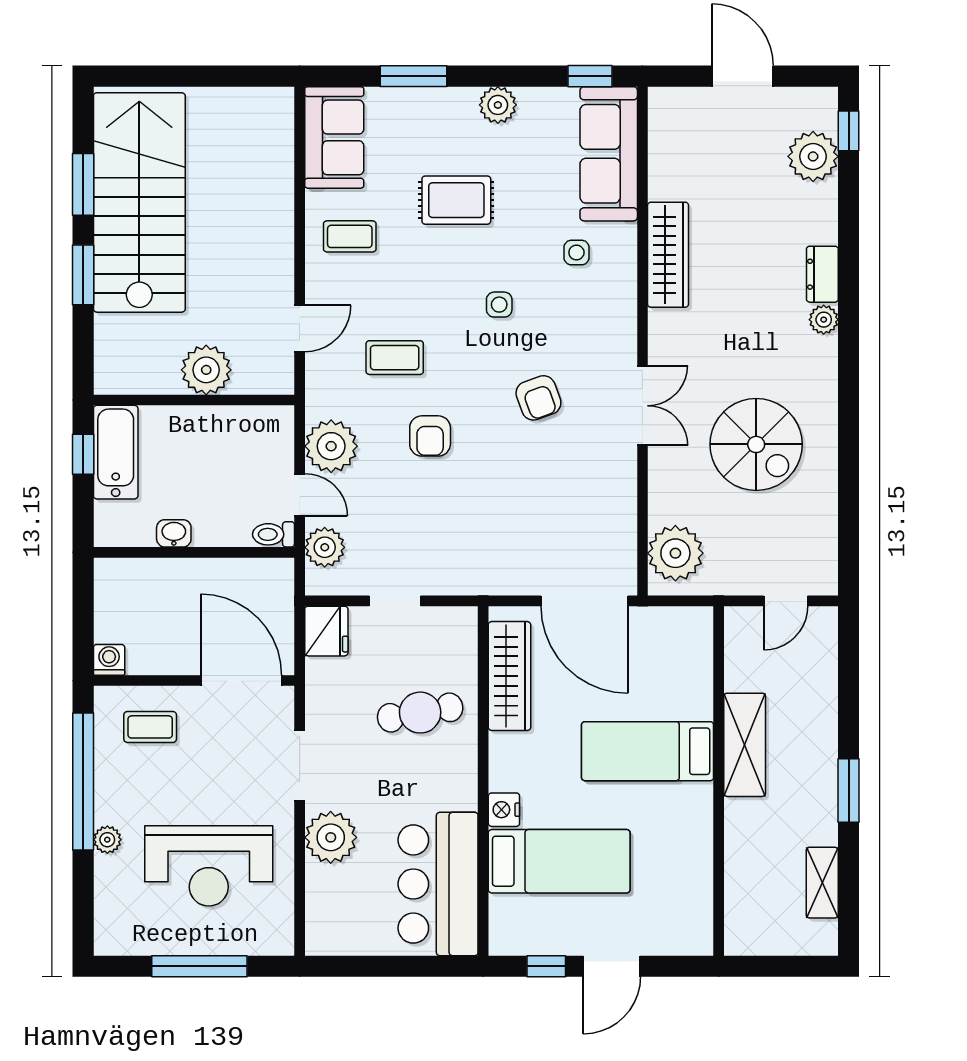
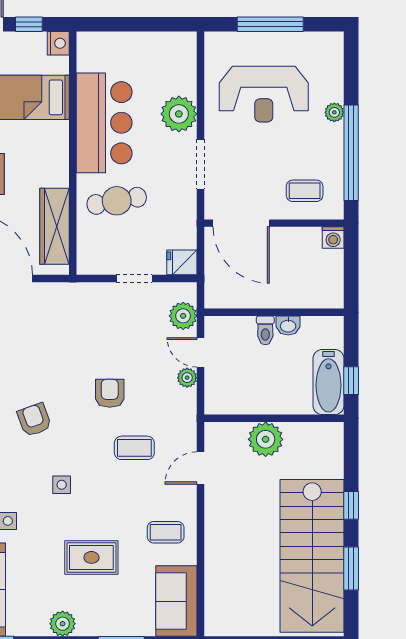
window: (83, 275) -> (351, 505), width x0.67
plant: (331, 446) -> (187, 378), width x0.53, depth x0.53
toilet: (274, 534) -> (265, 330), moved, turned 90
fridge: (326, 631) -> (182, 262), width x0.72
nightstand: (504, 810) -> (58, 43), moved
reception desk: (209, 866) -> (264, 94), turned 180
bar counter: (438, 884) -> (104, 123), moved

